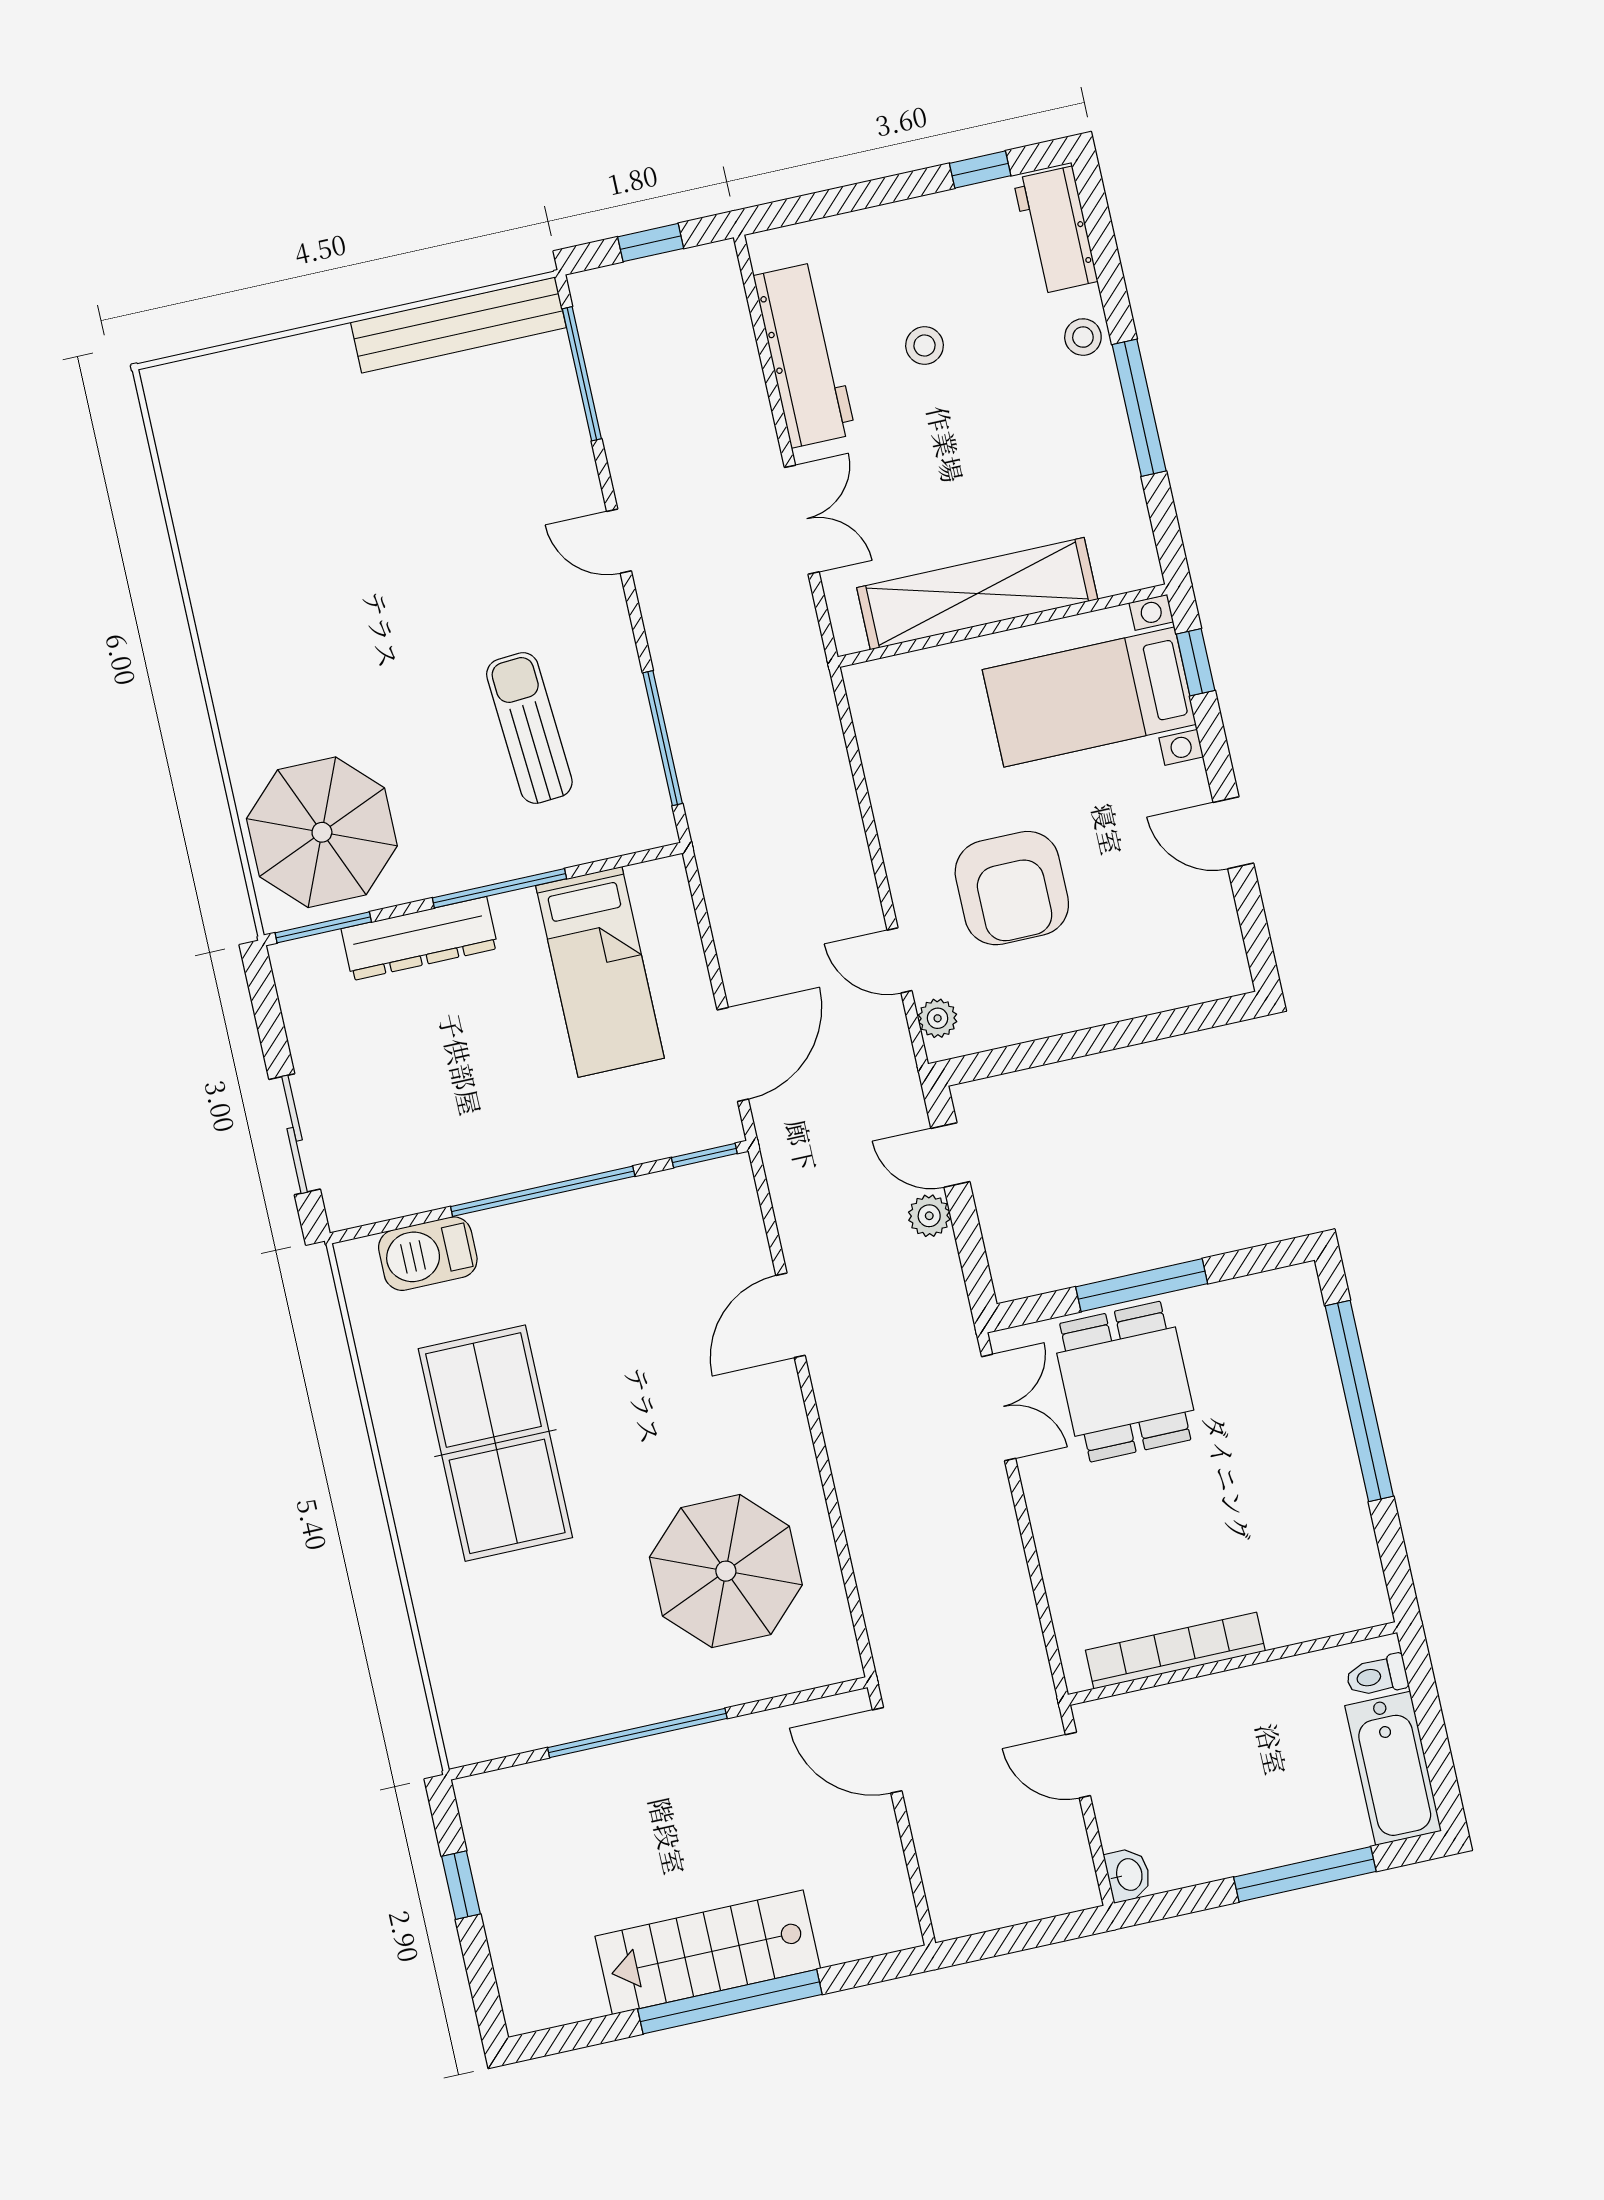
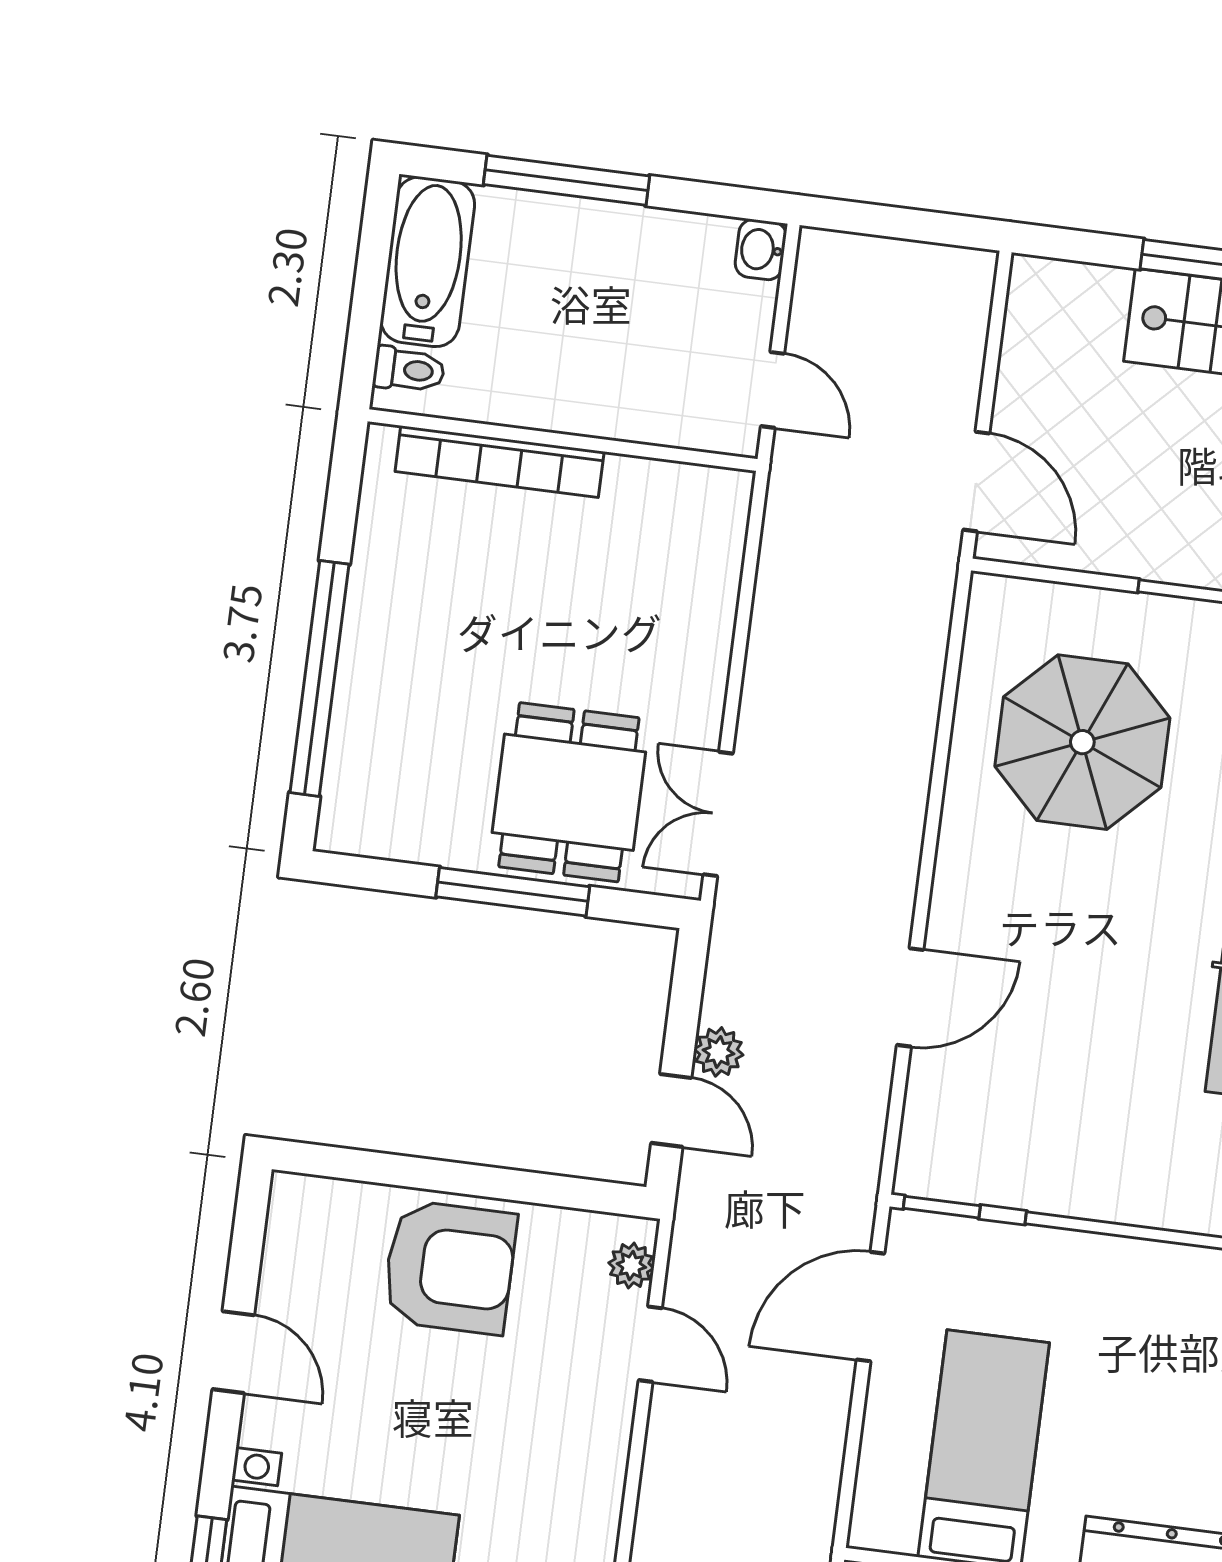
armchair: (1012, 888) -> (450, 1267), moved, turned 90
bookcase: (1175, 1651) -> (500, 462), moved

